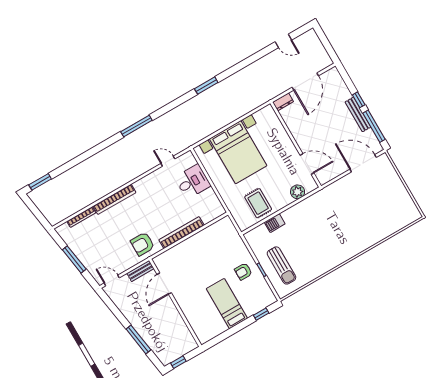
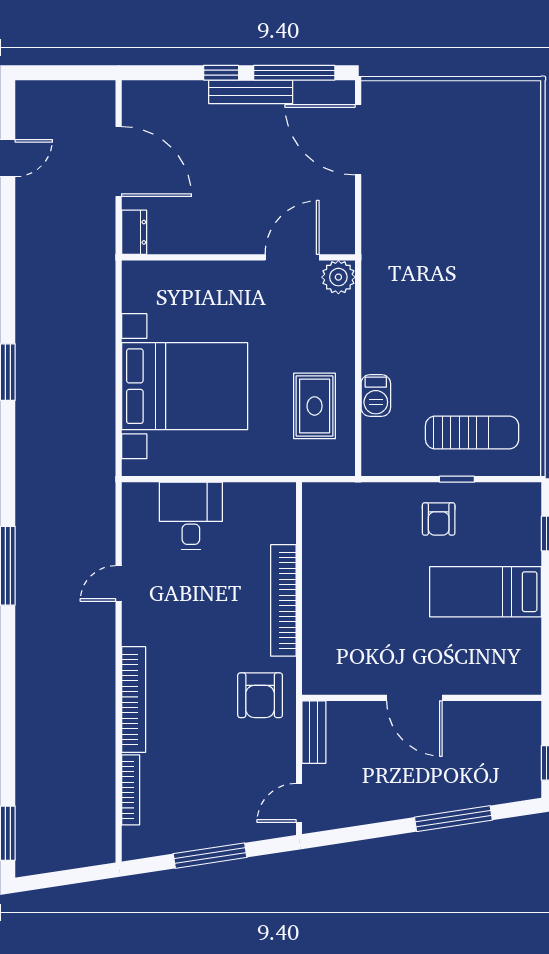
door: (168, 161) -> (119, 584), moved
door: (363, 163) -> (358, 140), hinge flipped
plant: (298, 192) -> (338, 277), moved
rug: (258, 203) -> (315, 406), turned 90
door: (164, 284) -> (414, 698), moved

